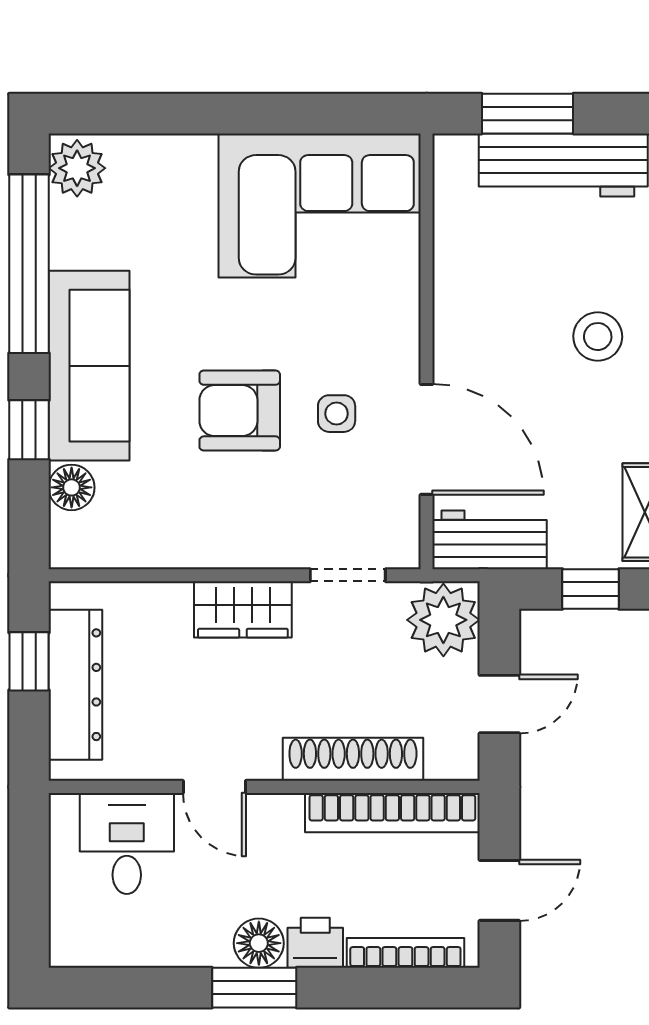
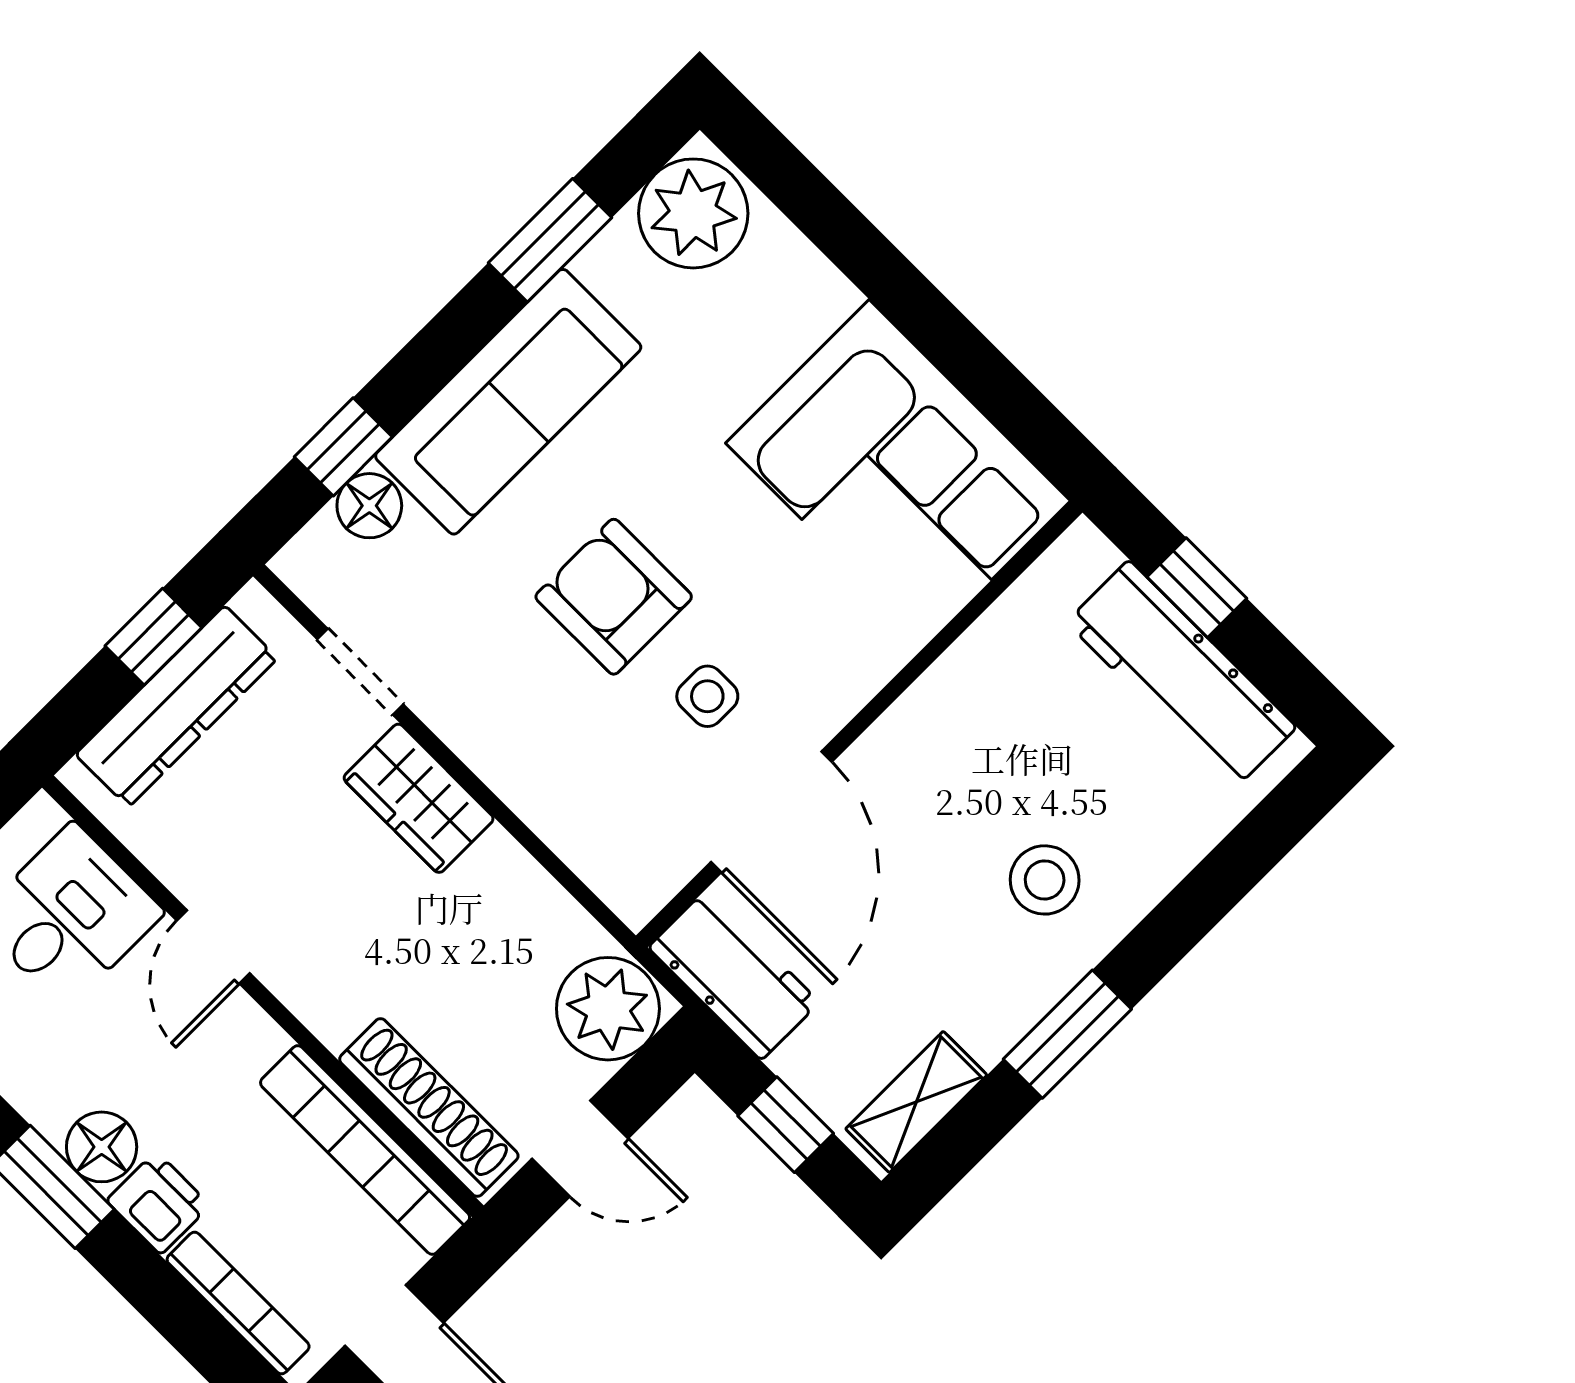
window: (527, 114) -> (1197, 588), width x0.67
plant: (77, 168) -> (693, 213), width x1.36, depth x1.36
window: (29, 264) -> (550, 240), width x0.47
window: (29, 430) -> (343, 447), moved
doorway: (348, 575) -> (360, 672), moved
shoe rack: (353, 759) -> (429, 1108), moved

